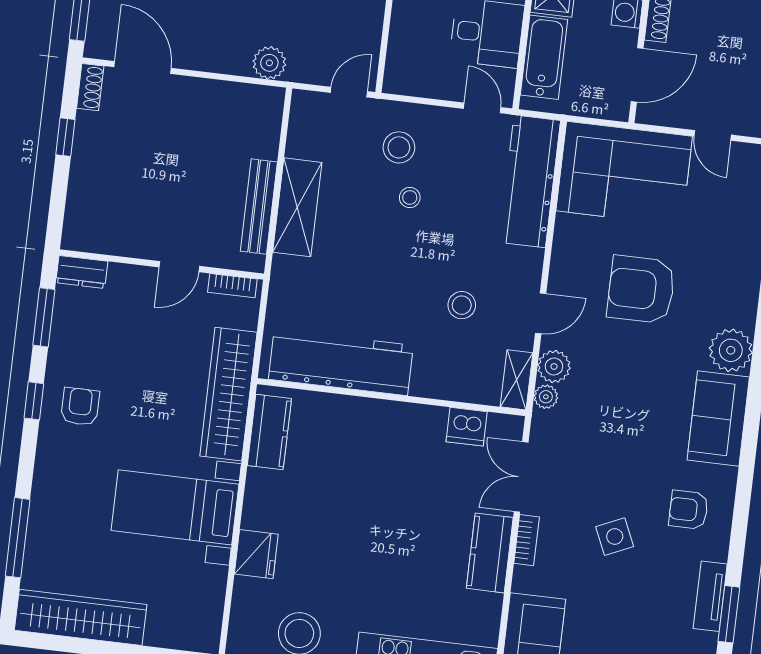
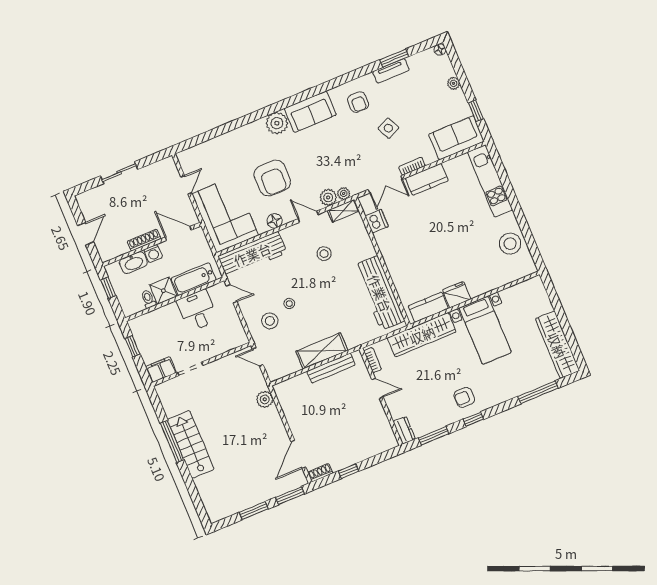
door: (482, 108) -> (232, 294), swing flipped
floor lamp: (566, 252) -> (275, 221), added
fridge: (256, 554) -> (457, 295), moved

